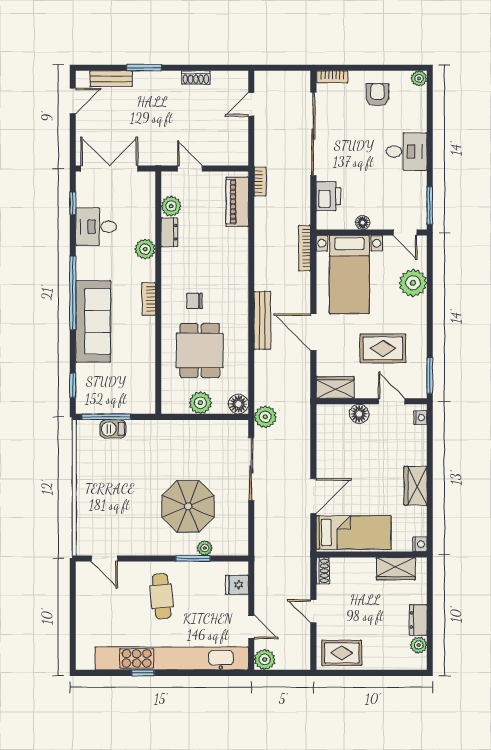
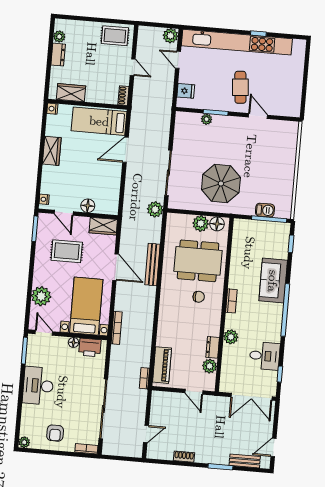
desk: (407, 151) -> (38, 386), width x1.37
printer: (328, 196) -> (90, 348), moved, turned -90
bench: (262, 320) -> (153, 264), moved
sofa: (93, 321) -> (273, 281), width x0.73
dining table: (200, 351) -> (198, 261), width x1.38
floor lamp: (238, 404) -> (217, 224), moved
parasol: (188, 506) -> (221, 183), moved
door: (104, 558) -> (258, 116), moved

